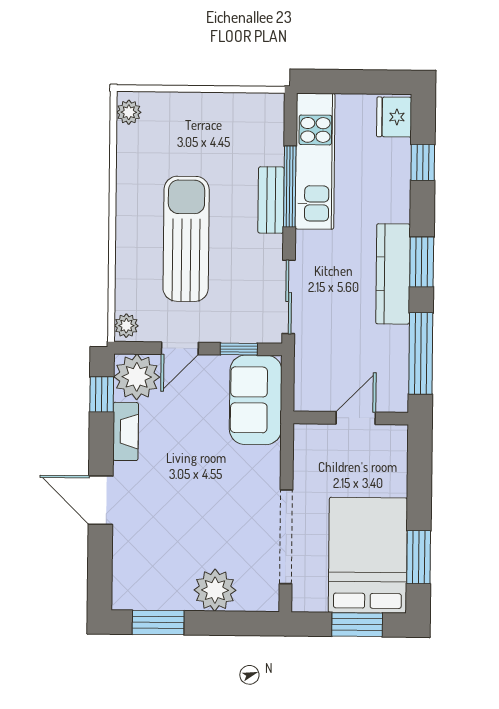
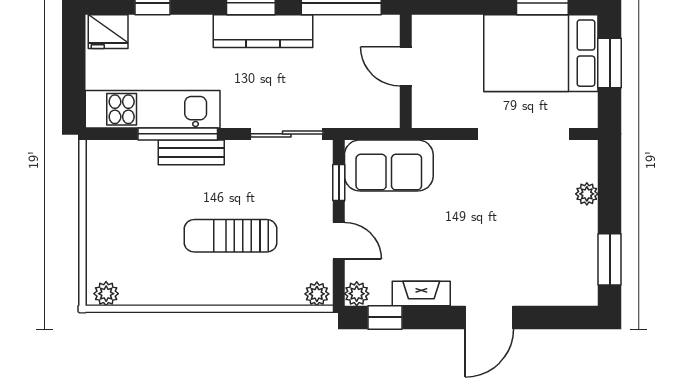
sun lounger: (186, 239) -> (231, 236), width x0.73, depth x0.75
plant: (137, 377) -> (357, 294), width x0.53, depth x0.53
plant: (215, 590) -> (587, 194), width x0.53, depth x0.53

